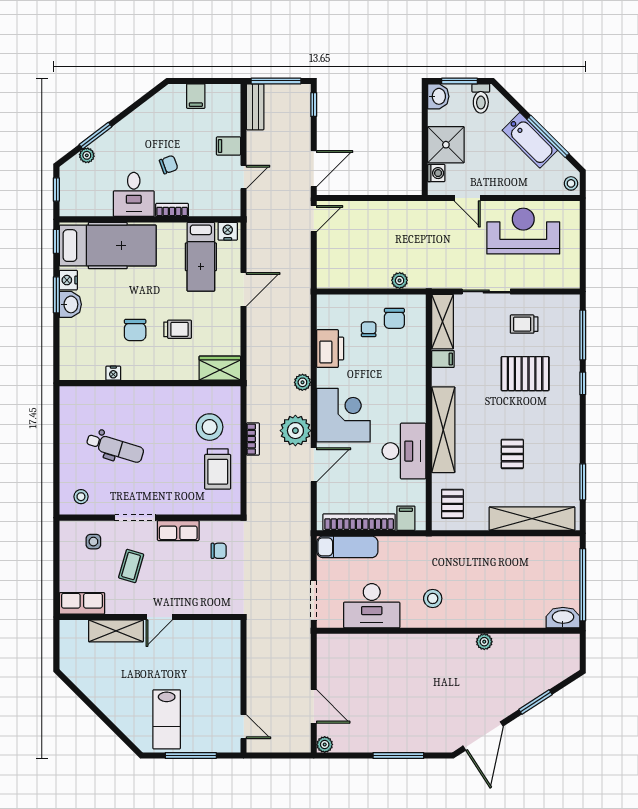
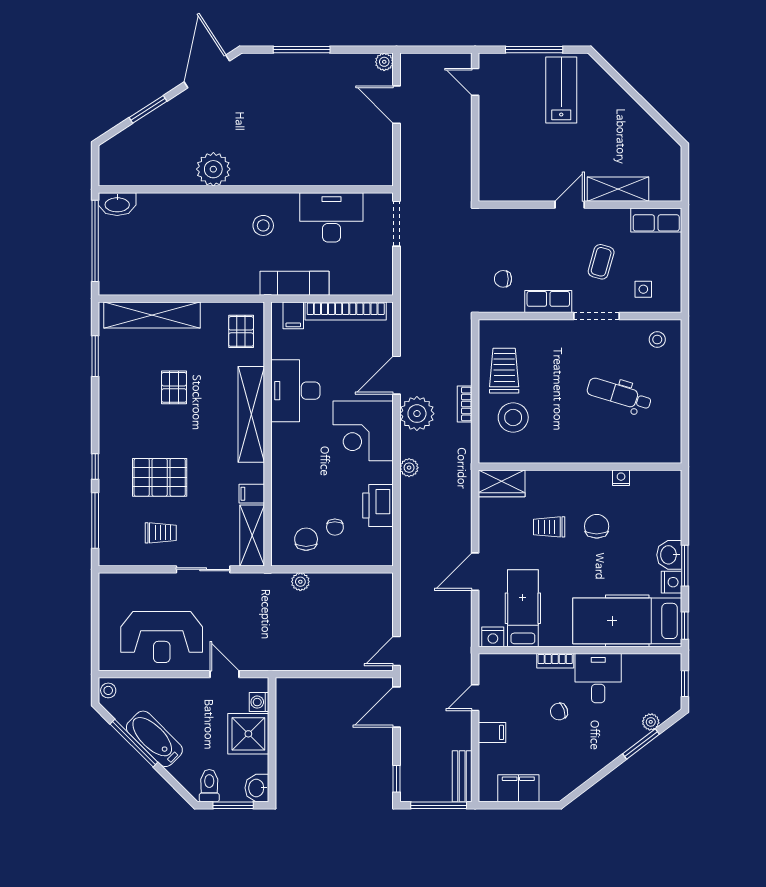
filing cabinet: (196, 96) -> (518, 788), width x2.00
exam couch: (347, 547) -> (294, 283), moved
plant: (484, 642) -> (213, 169), width x1.87, depth x1.87

